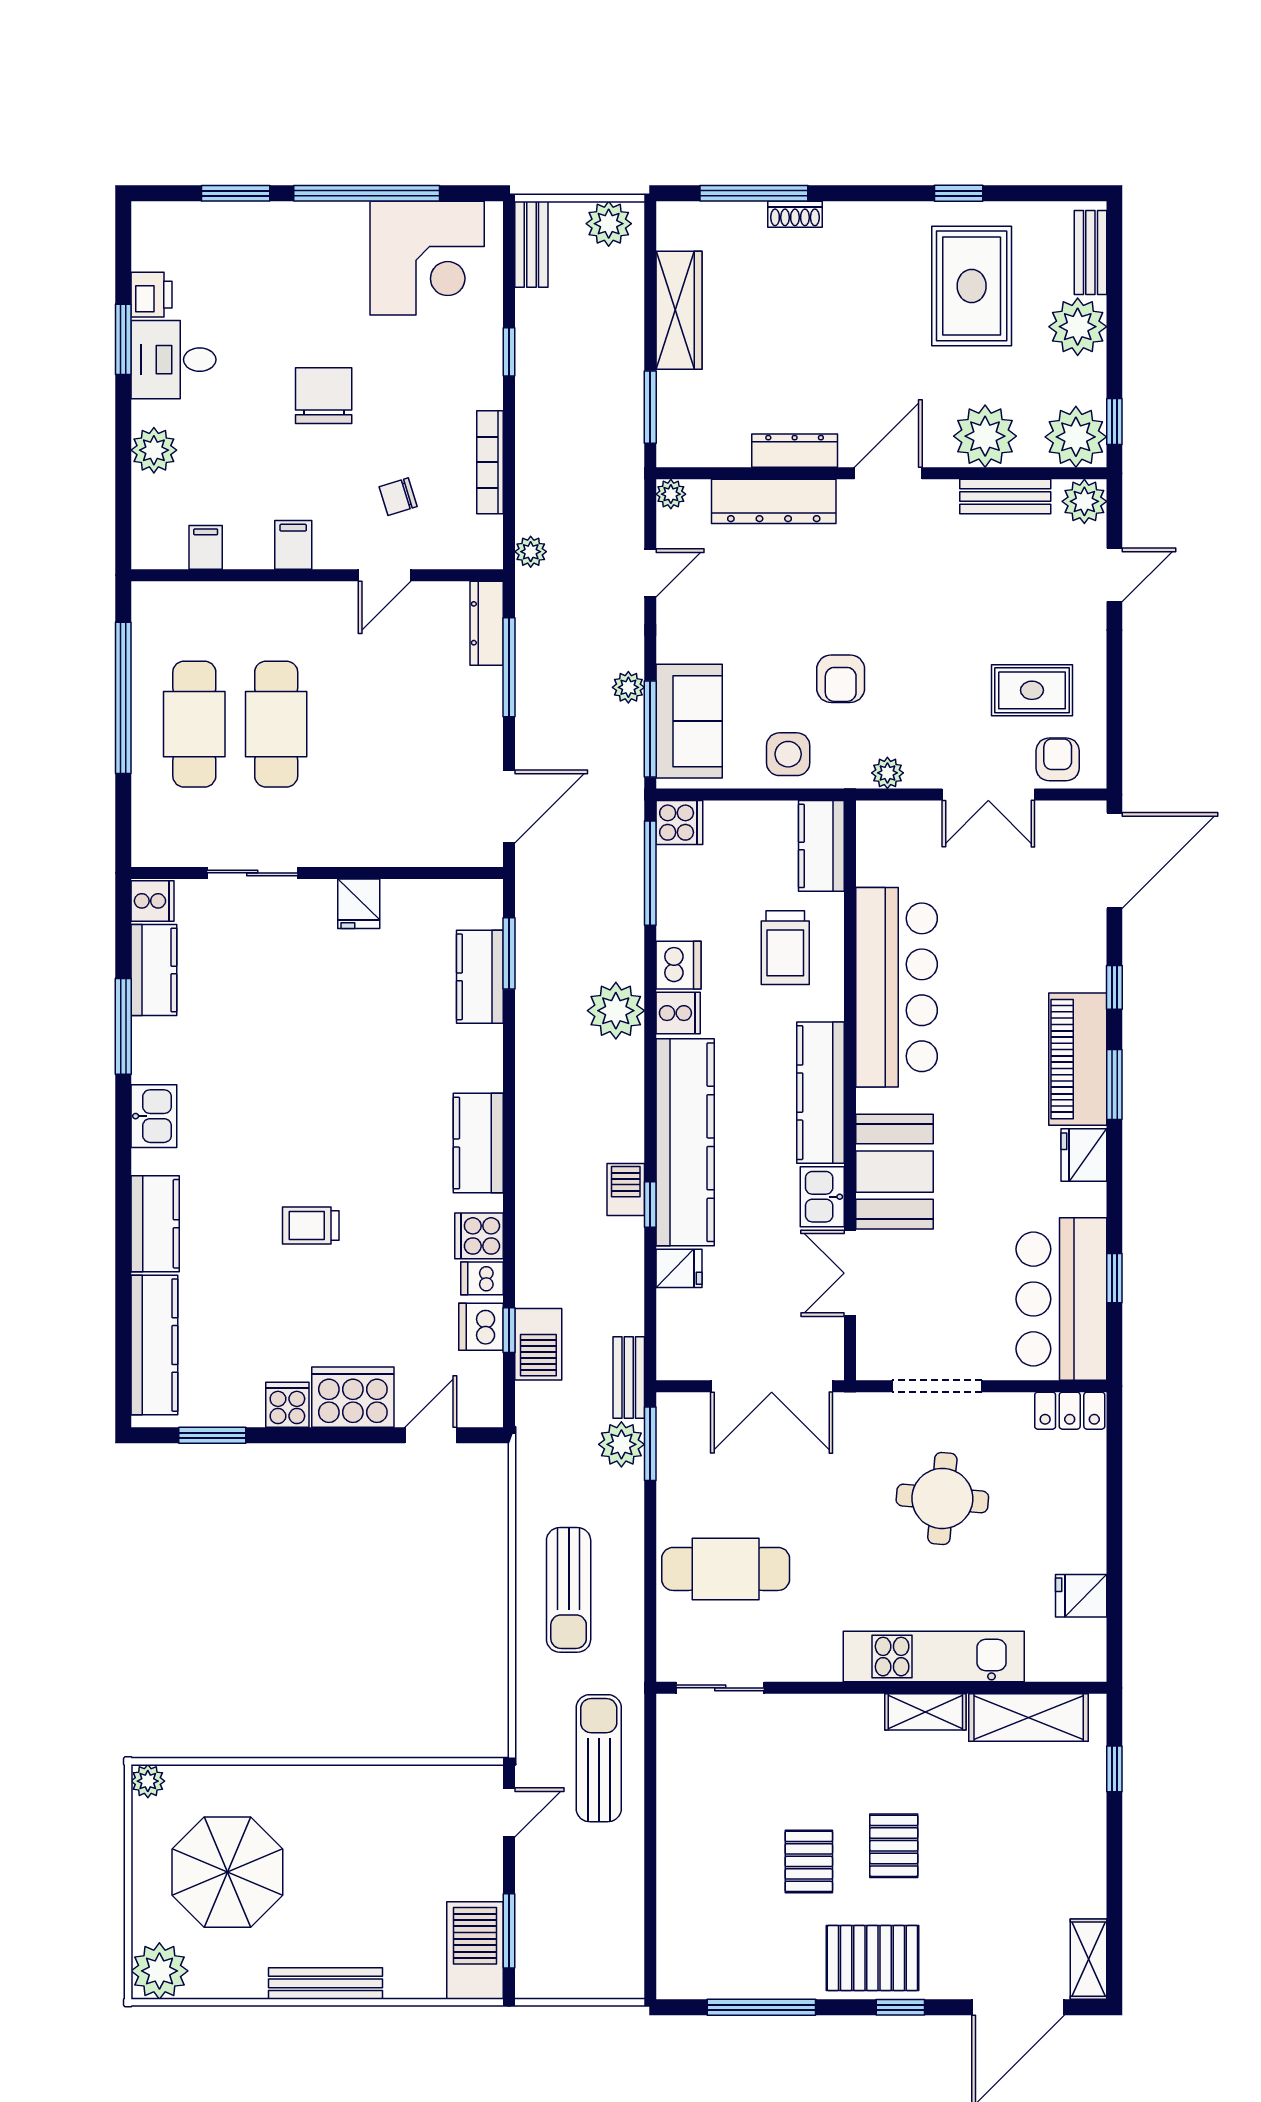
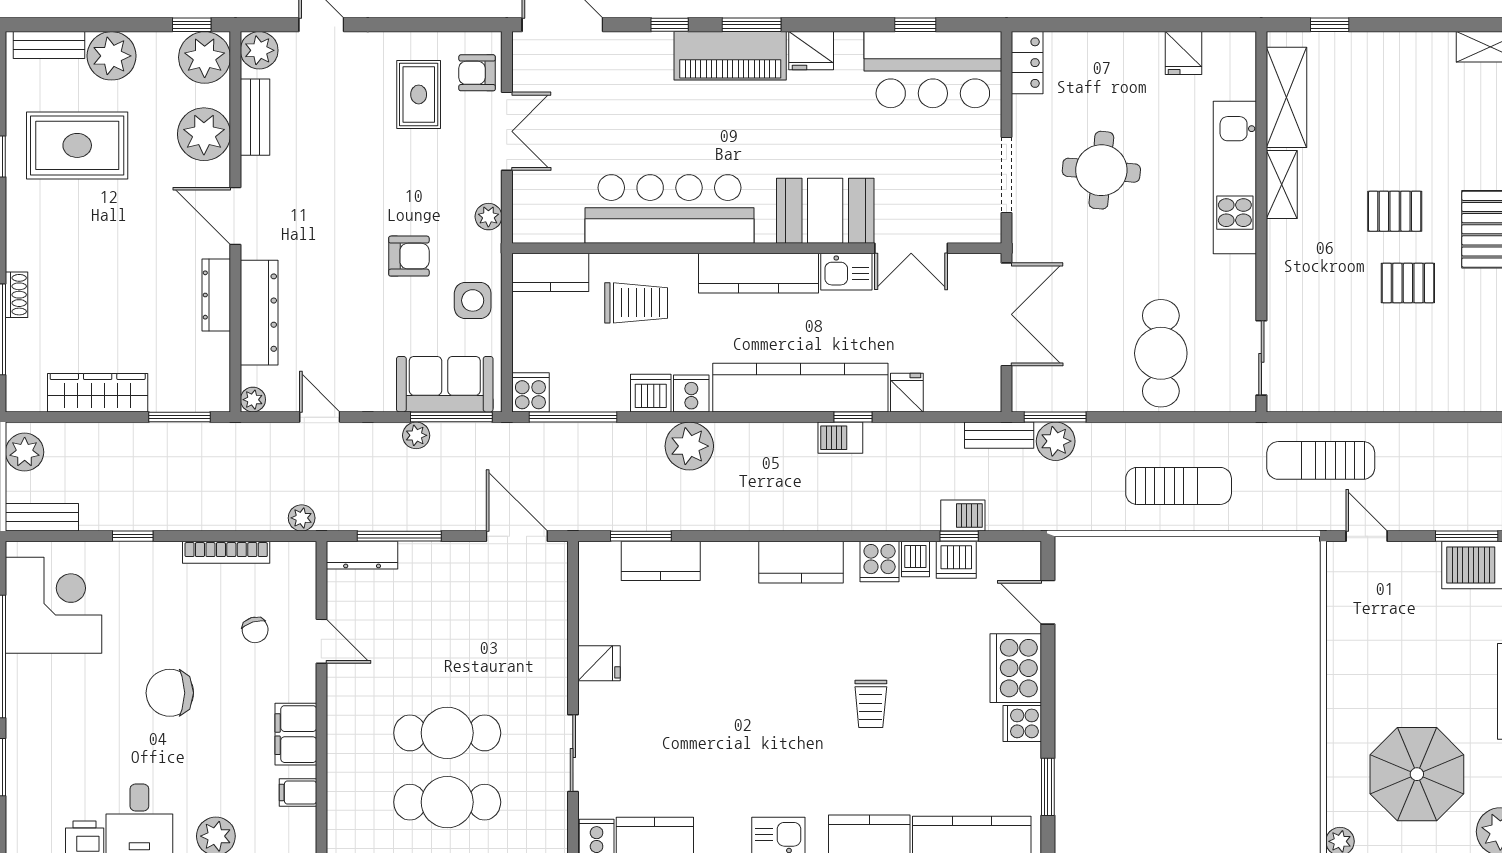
filing cabinet: (293, 545) -> (296, 734), width x2.00
barbecue: (538, 1344) -> (963, 516), width x0.73, depth x0.79

